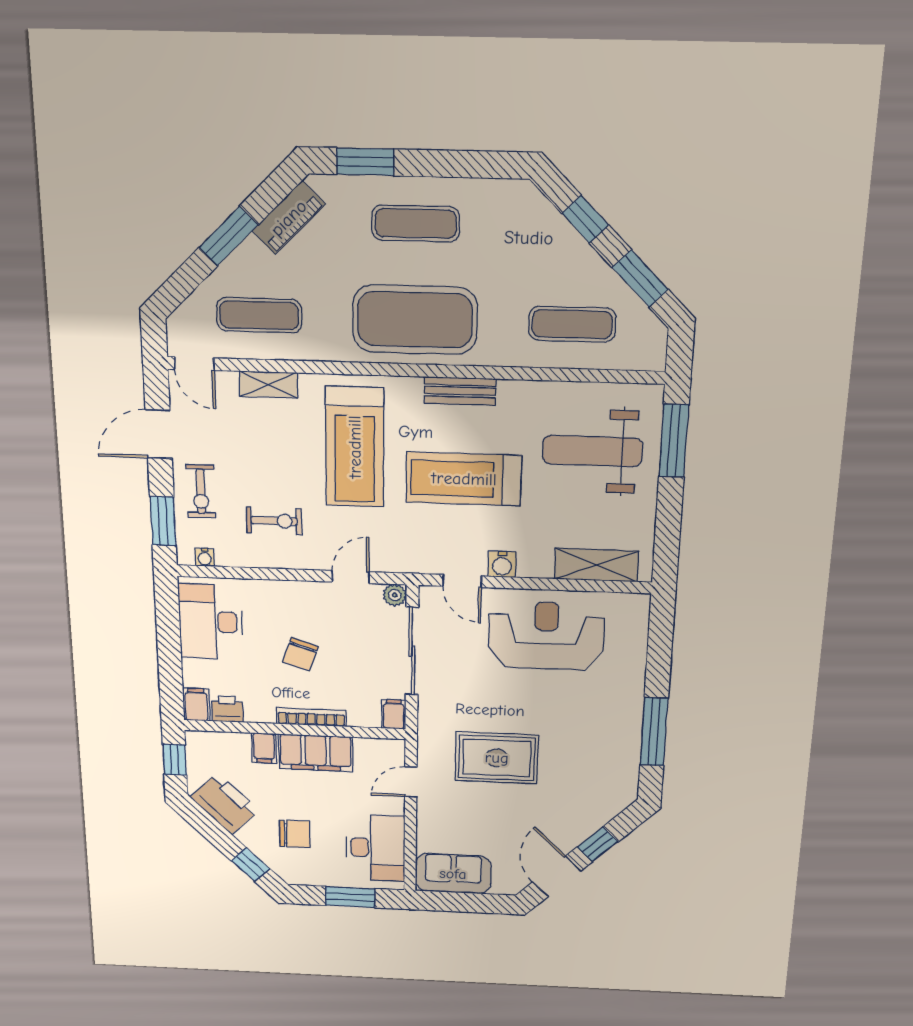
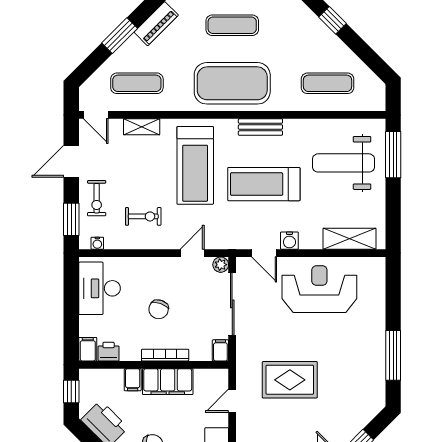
window: (640, 279) -> (367, 55), removed

